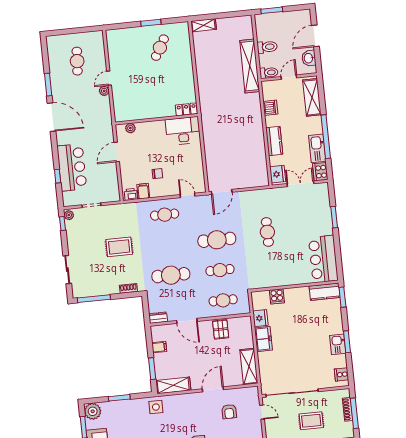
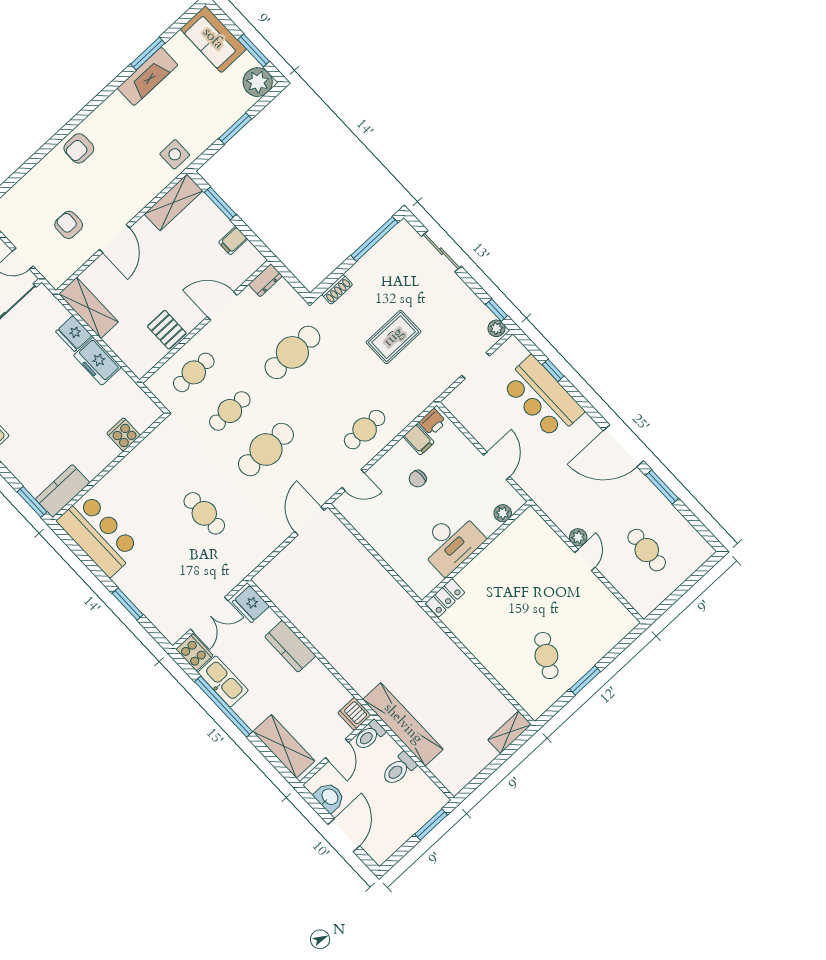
dishwasher: (270, 108) -> (354, 714), moved
desk: (183, 131) -> (451, 542), moved
fridge: (260, 318) -> (74, 334), moved

